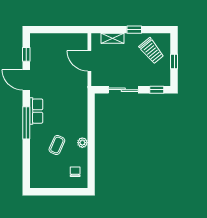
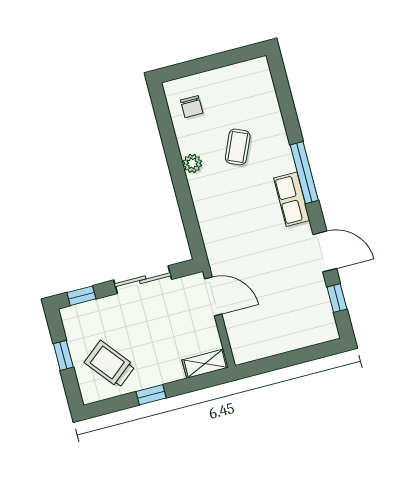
shelving: (113, 38) -> (205, 364), moved
door: (89, 61) -> (213, 296), moved

